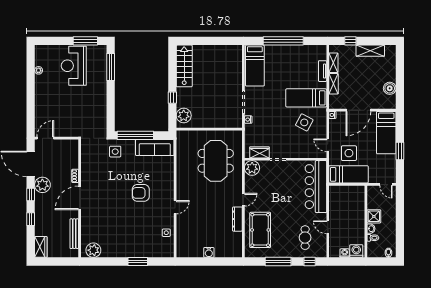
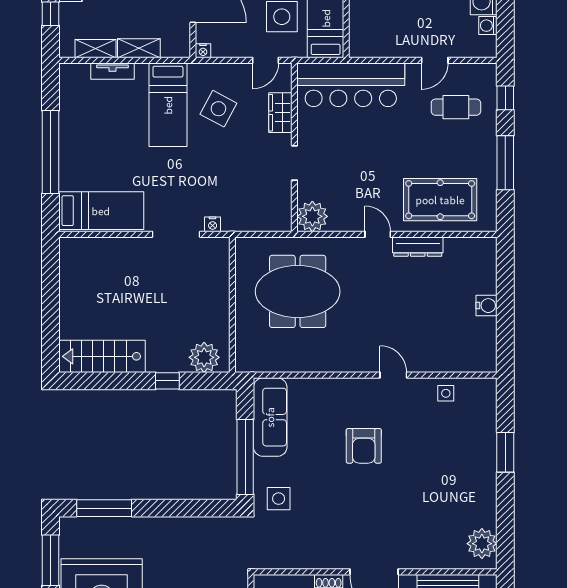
wardrobe: (260, 152) -> (280, 113), moved

